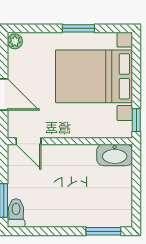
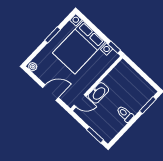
washbasin: (115, 155) -> (98, 93), moved
toilet: (16, 213) -> (125, 114), moved

